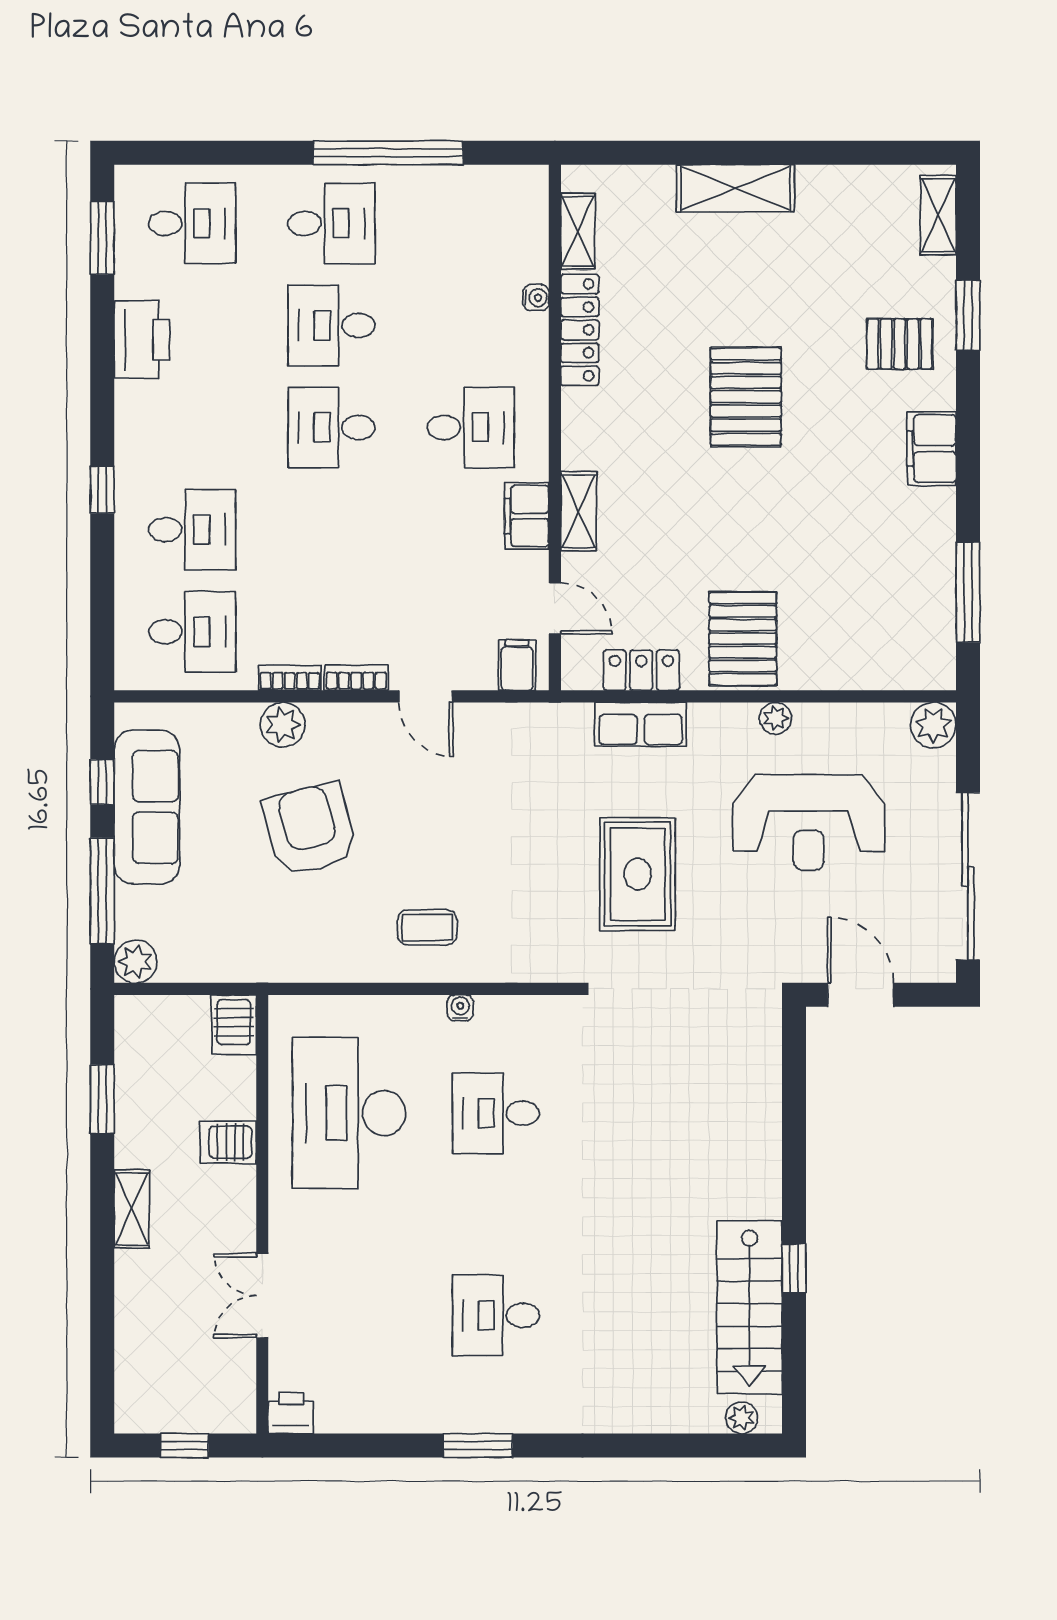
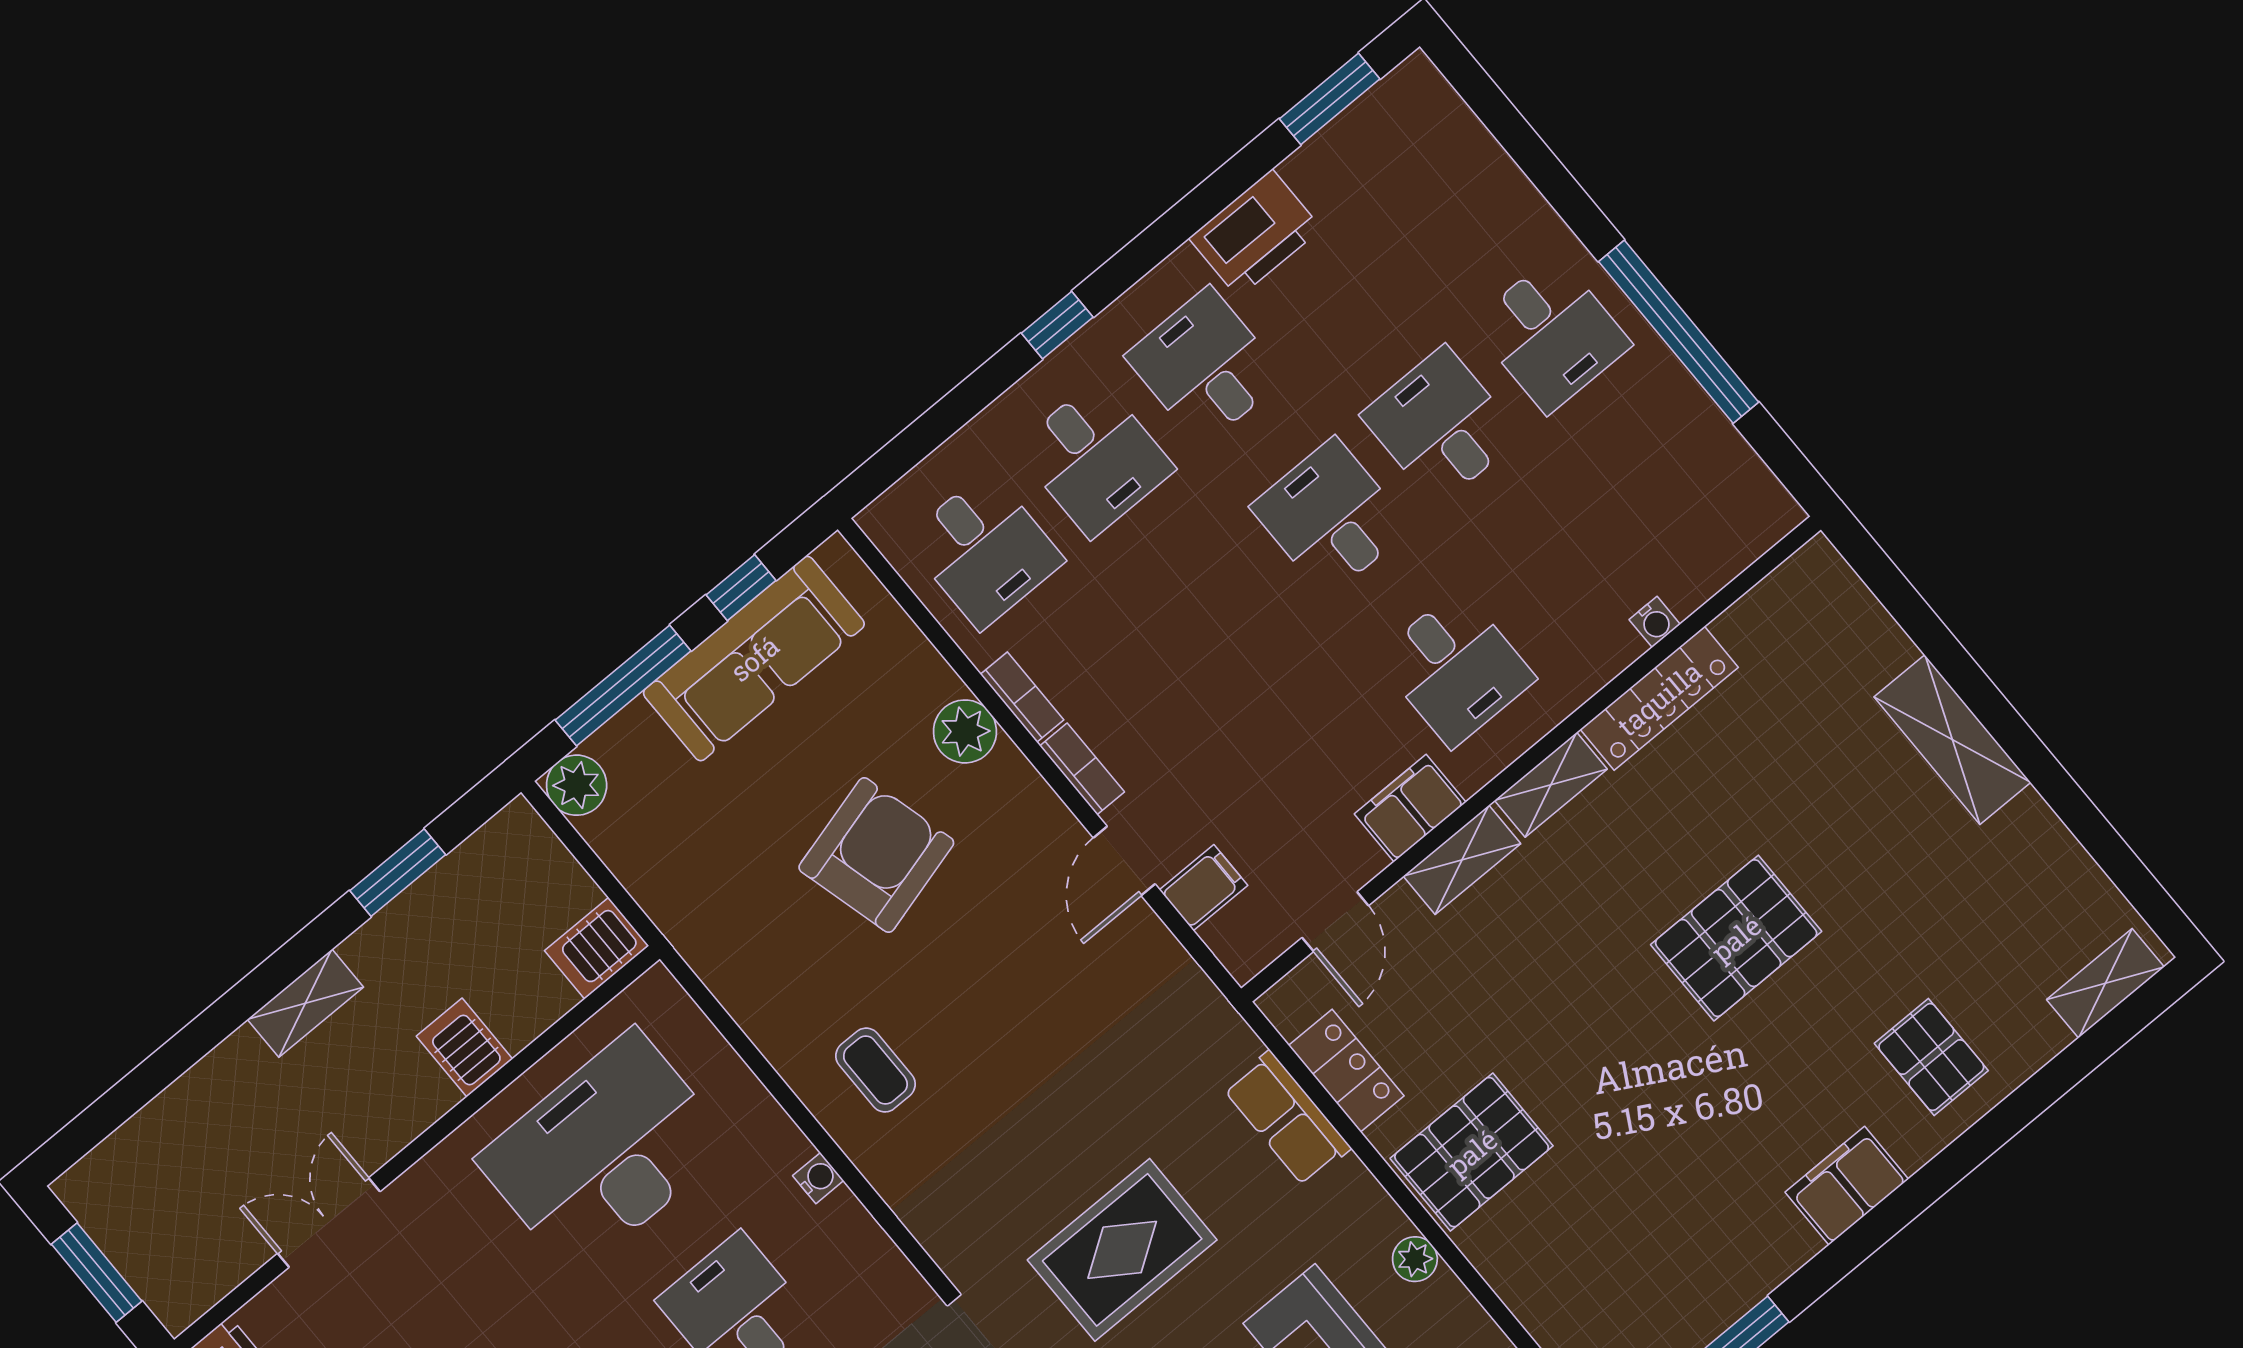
desk: (192, 223) -> (1205, 367), moved, turned 180
shelving: (578, 231) -> (1551, 785), moved
window: (968, 315) -> (2024, 1105), removed
filing cabinet: (517, 665) -> (1204, 888), moved
window: (184, 1446) -> (97, 1273), width x1.50

